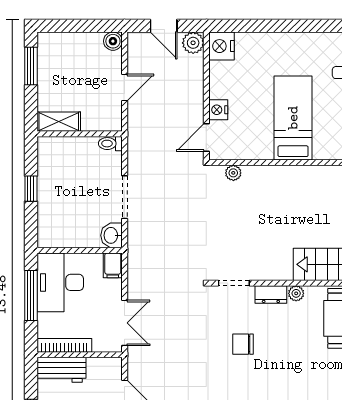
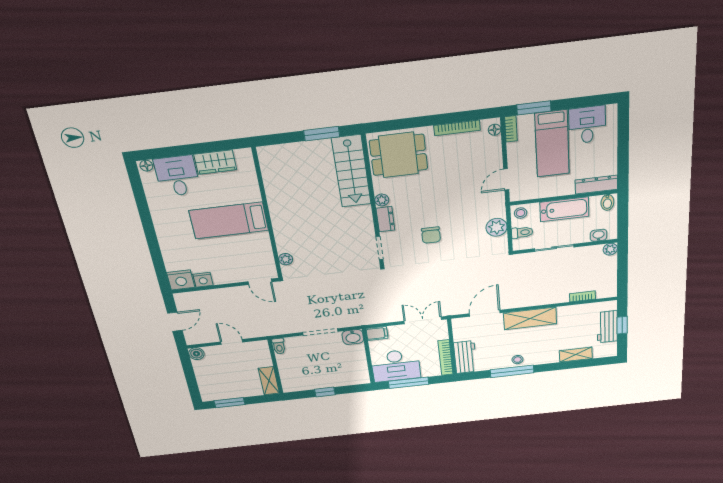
plant: (193, 43) -> (183, 300), removed
nightstand: (218, 110) -> (203, 280), moved

